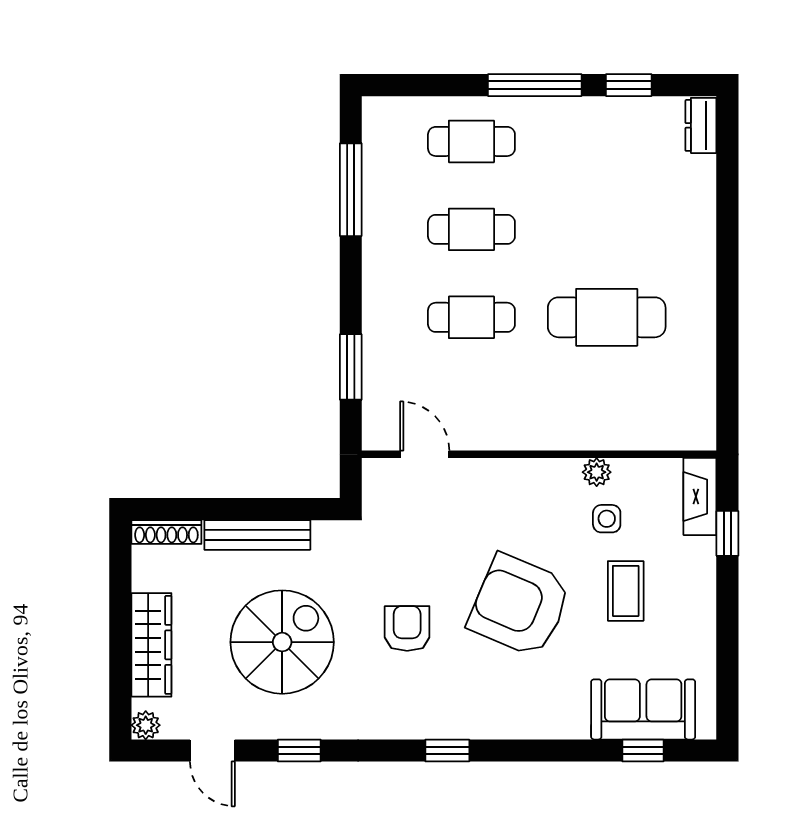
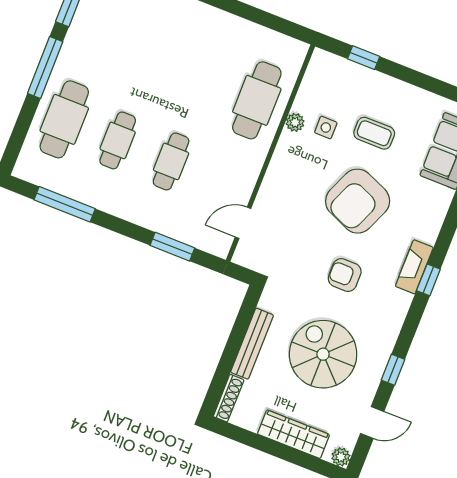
cafe table: (471, 141) -> (64, 119), width x1.37, depth x1.35
cafe table: (607, 317) -> (257, 100), moved
fireplace: (700, 497) -> (414, 267), moved, turned 90

